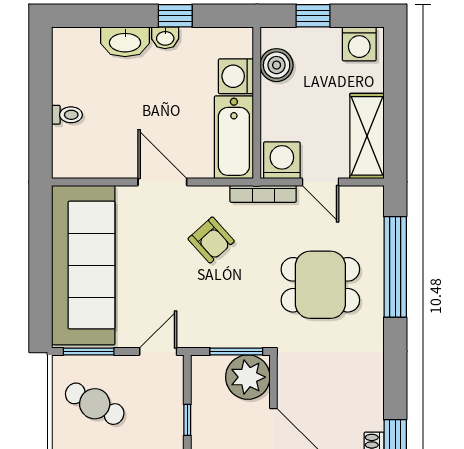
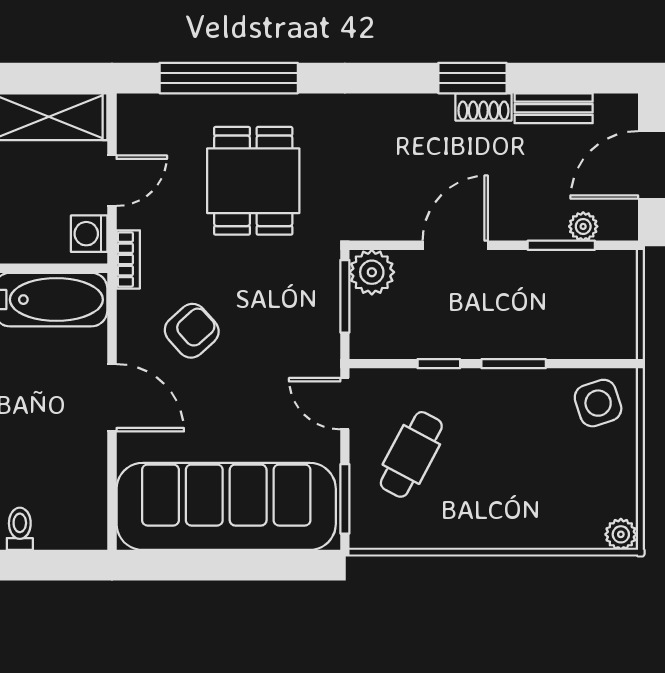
washing machine: (282, 160) -> (89, 234), width x0.73, depth x0.73
door: (162, 182) -> (112, 398), swing flipped
bookcase: (263, 194) -> (128, 259), width x0.64
plant: (248, 377) -> (372, 272), width x0.73, depth x0.73
cafe table: (95, 404) -> (411, 454), moved

